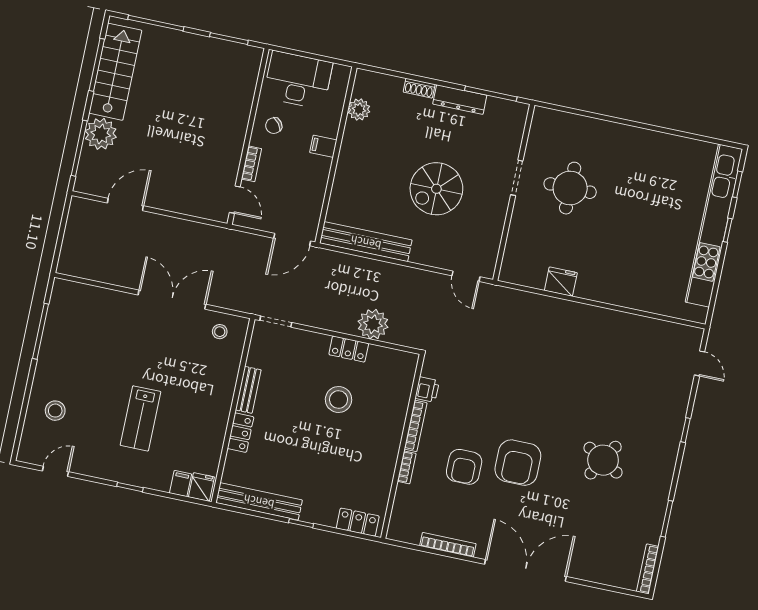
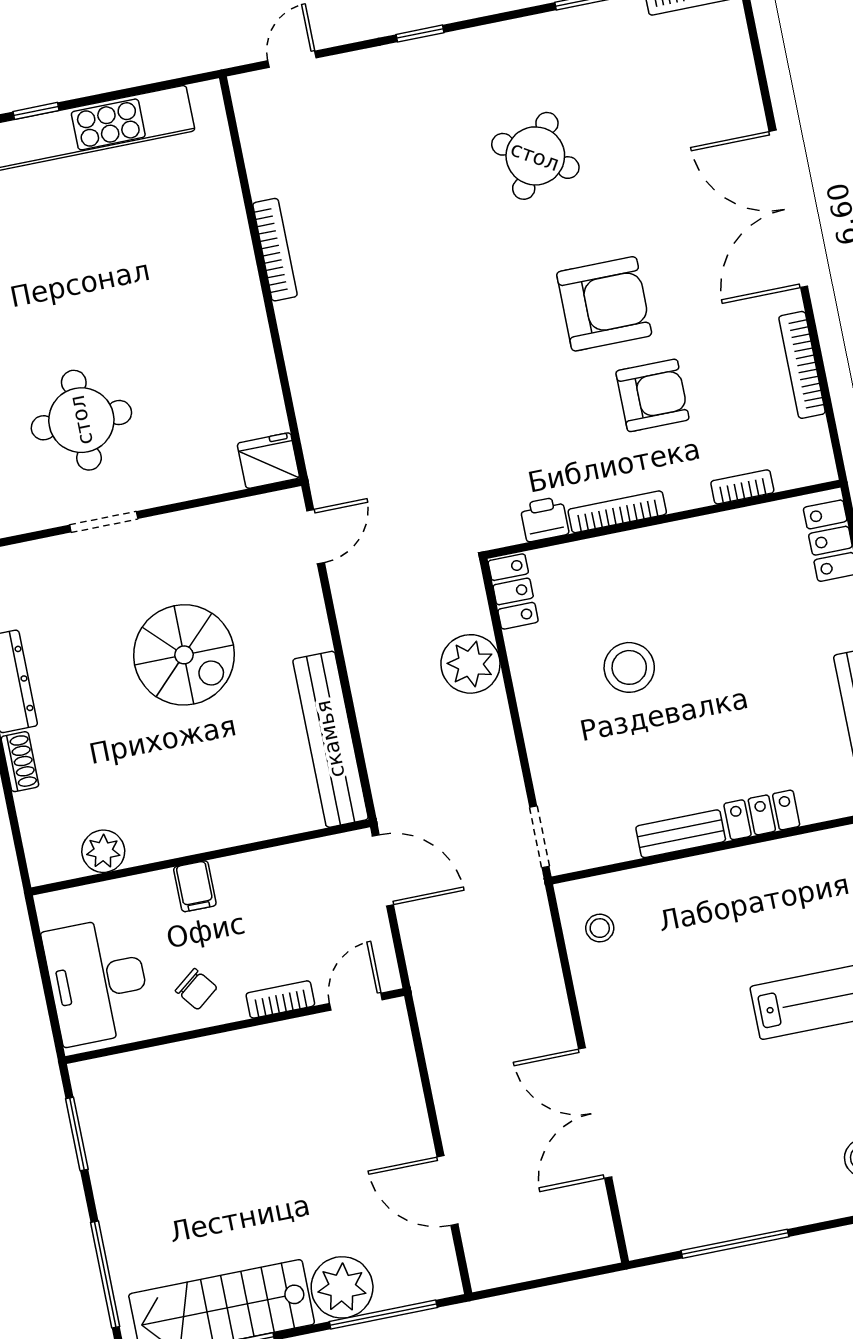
fridge: (561, 282) -> (268, 461), moved, turned 90
double door: (172, 300) -> (595, 1113), moved
bookcase: (612, 316) -> (275, 250), added
locker: (349, 349) -> (513, 591), moved
bookcase: (407, 467) -> (742, 487), moved

